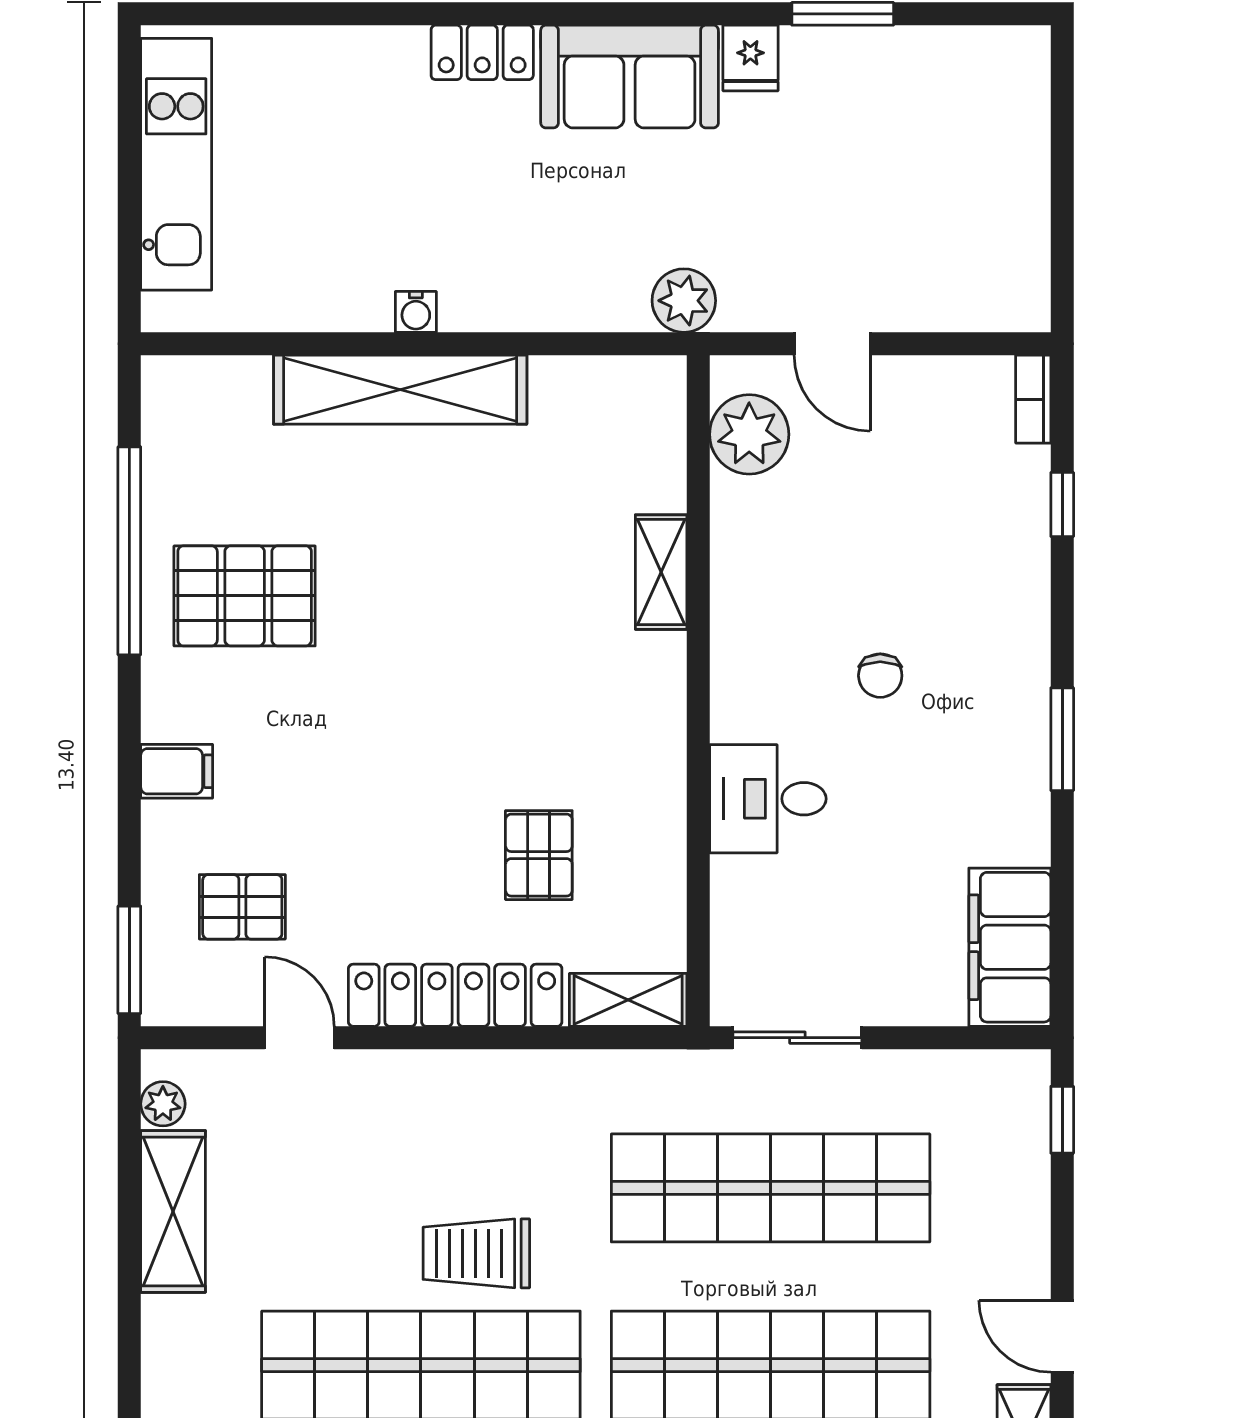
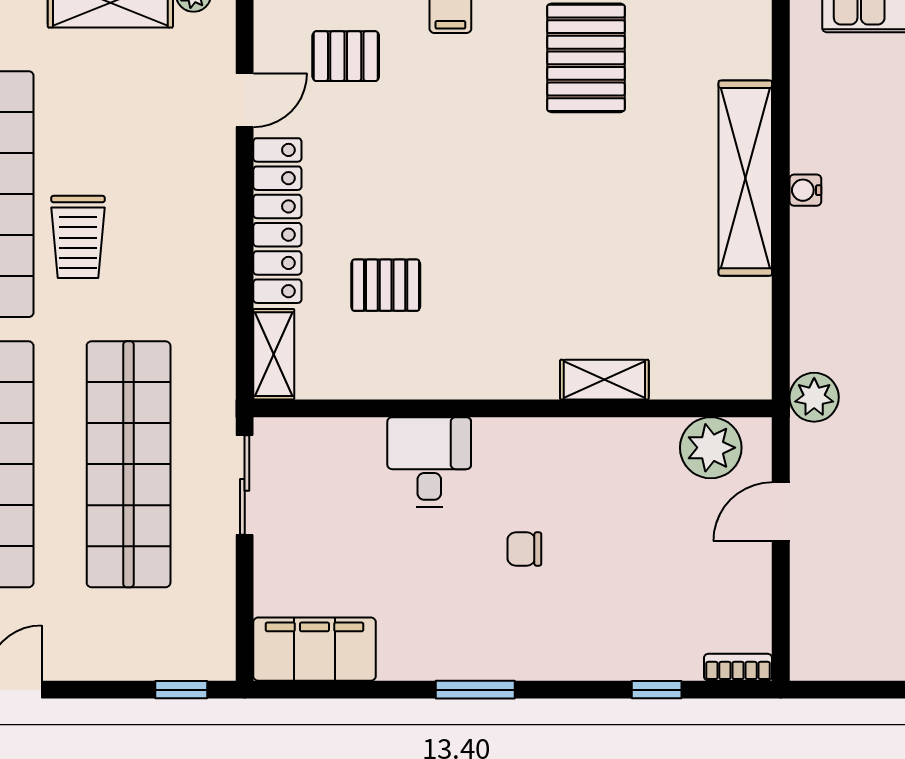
pallet: (242, 907) -> (346, 56), turned 90
trolley: (476, 1253) -> (78, 237), turned 180

